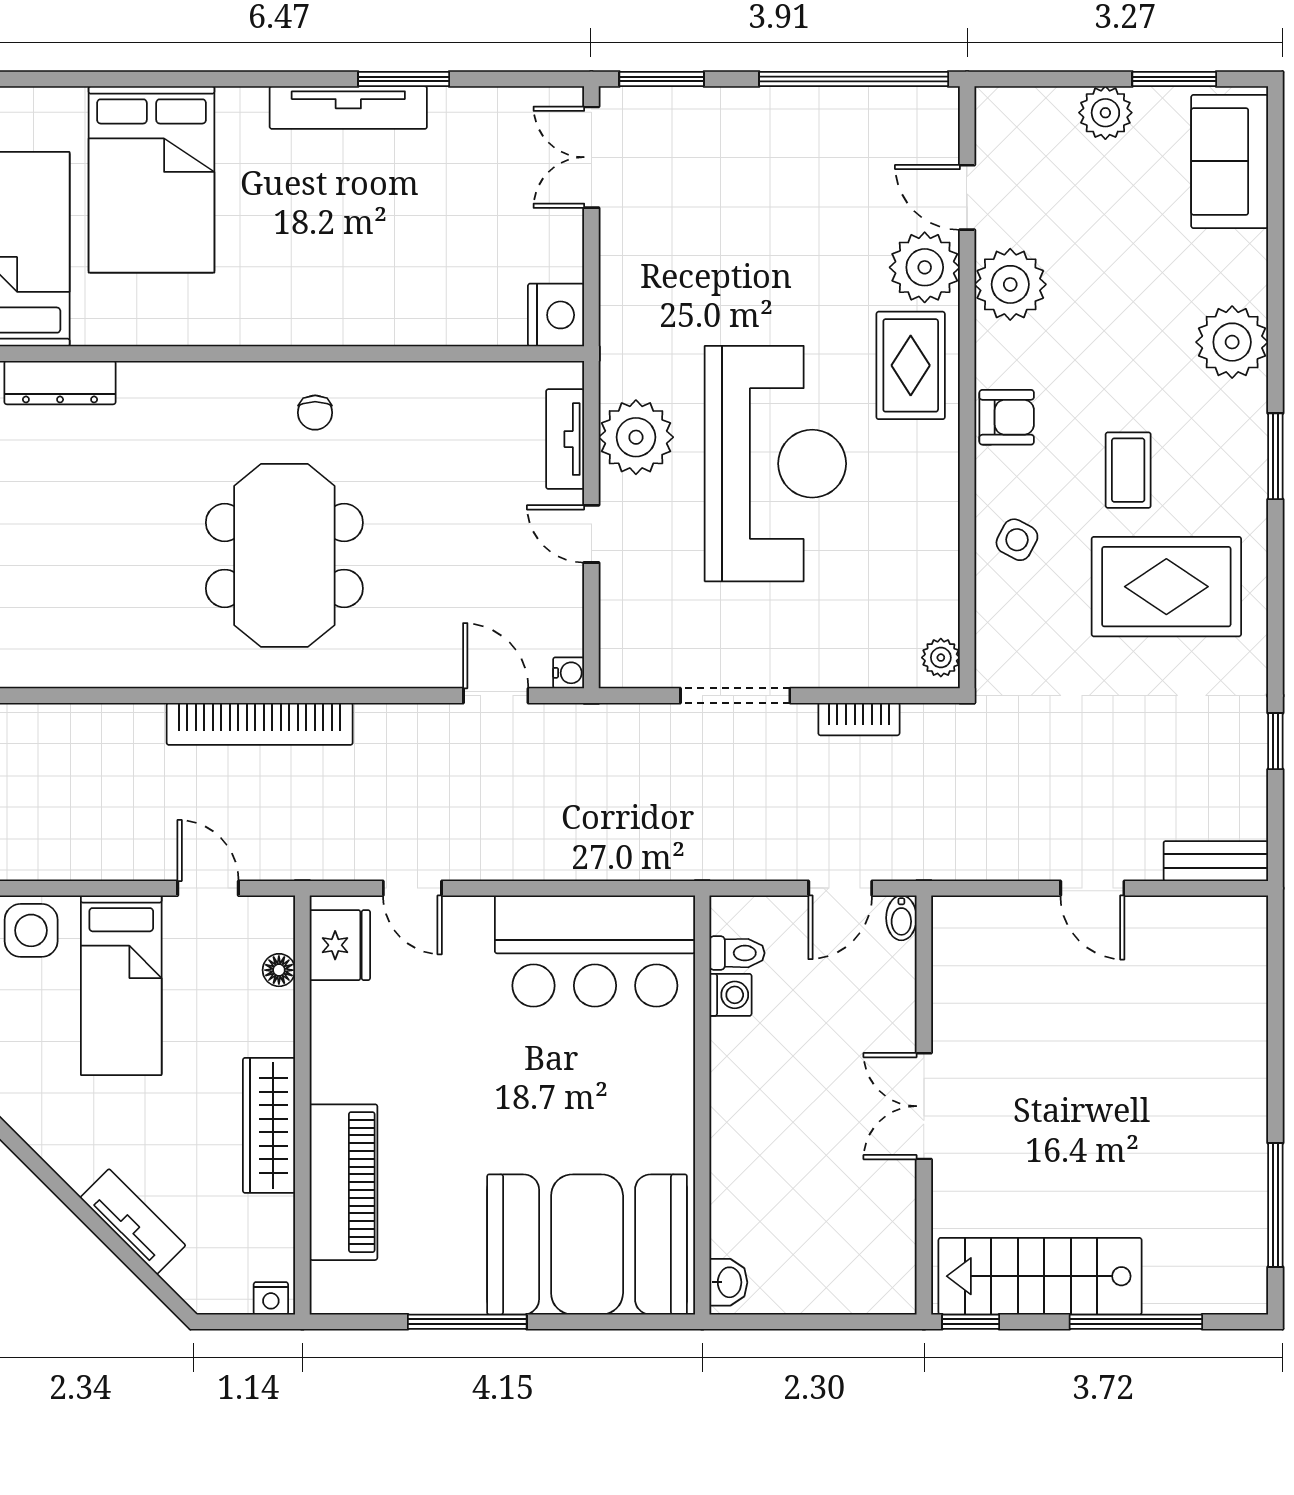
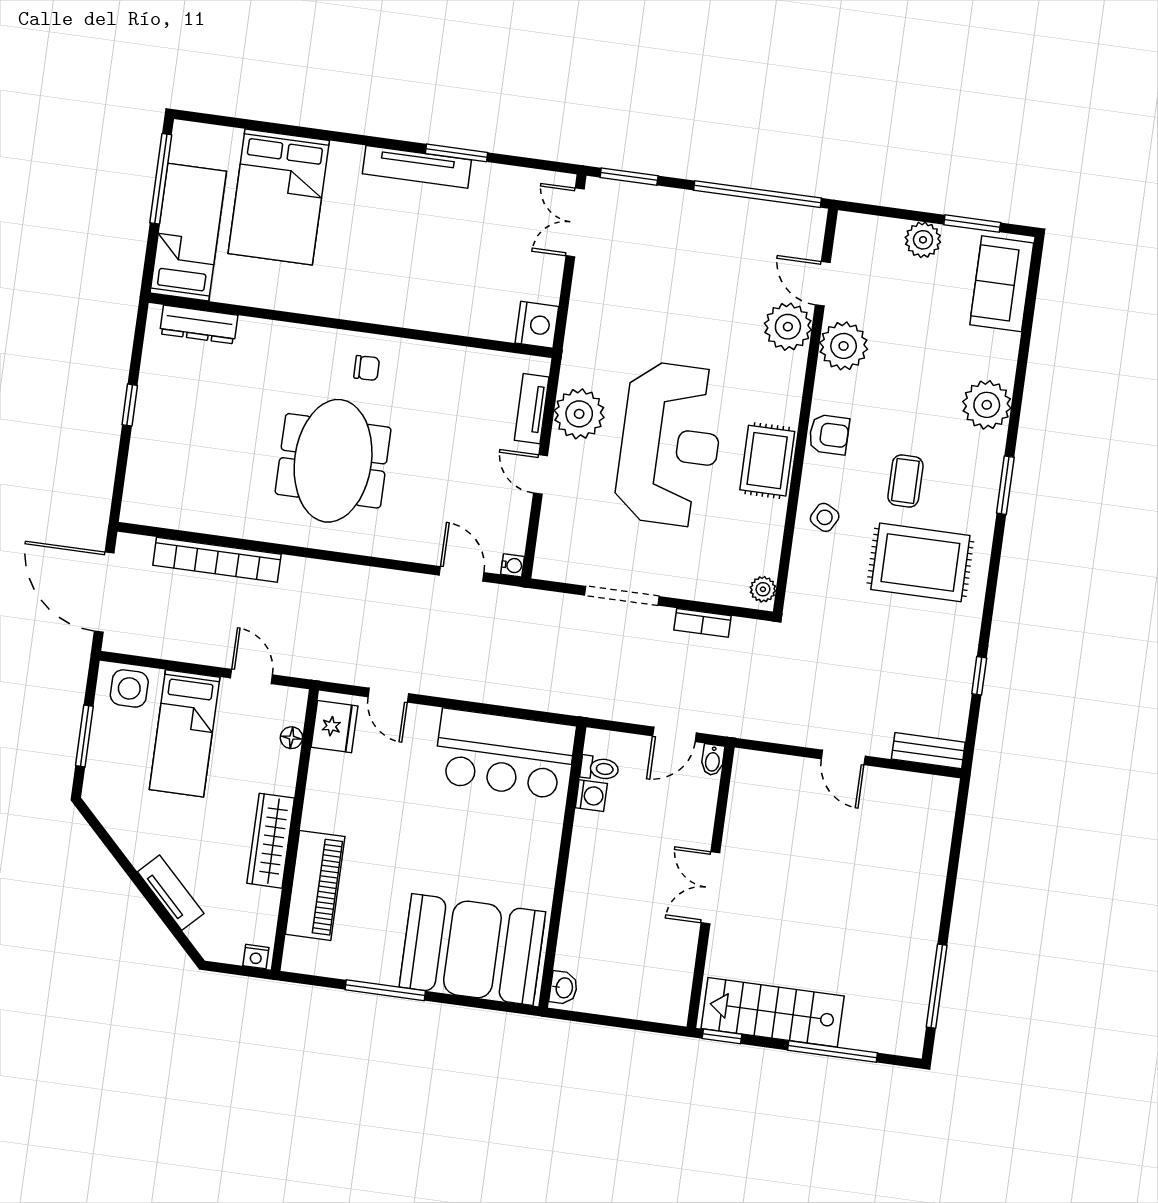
rug: (911, 365) -> (767, 461), moved
chair: (315, 413) -> (367, 368), turned -91
bookcase: (260, 724) -> (217, 560), moved

